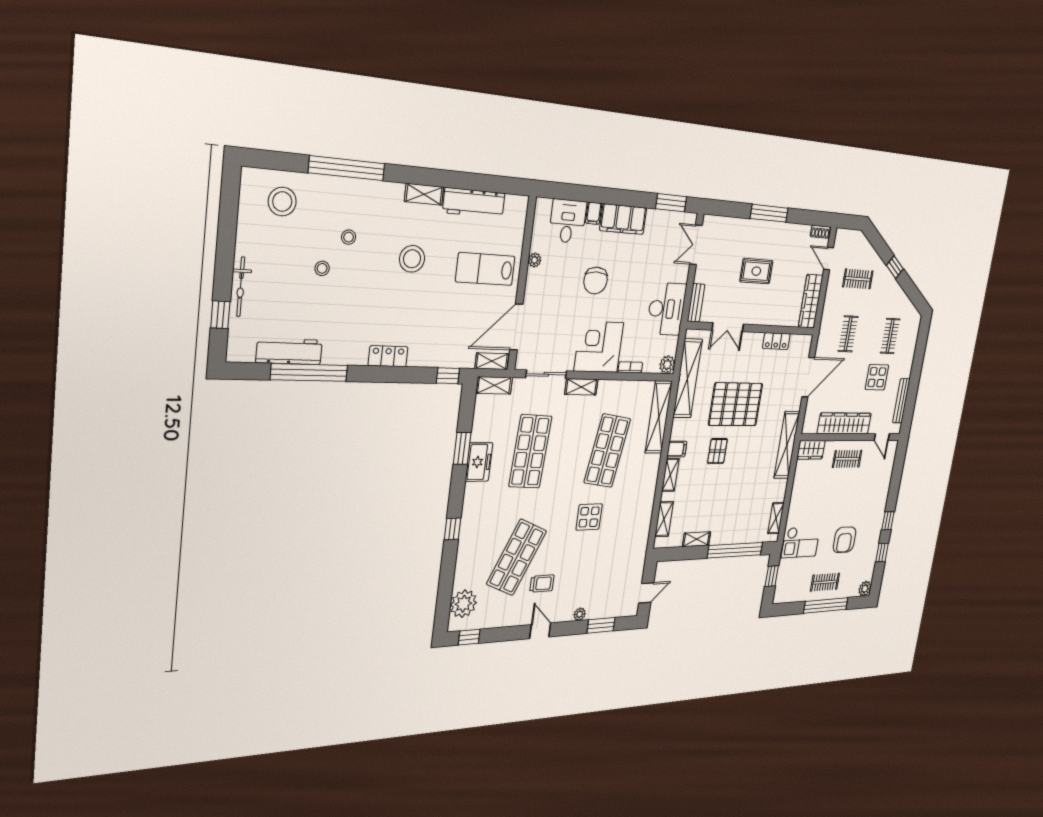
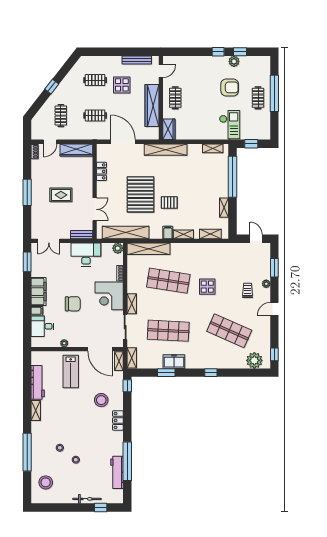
stool: (412, 259) -> (101, 400), moved
rug: (756, 271) -> (61, 195), turned 90
trolley: (542, 583) -> (248, 290), moved
plant: (865, 589) -> (234, 61), moved

